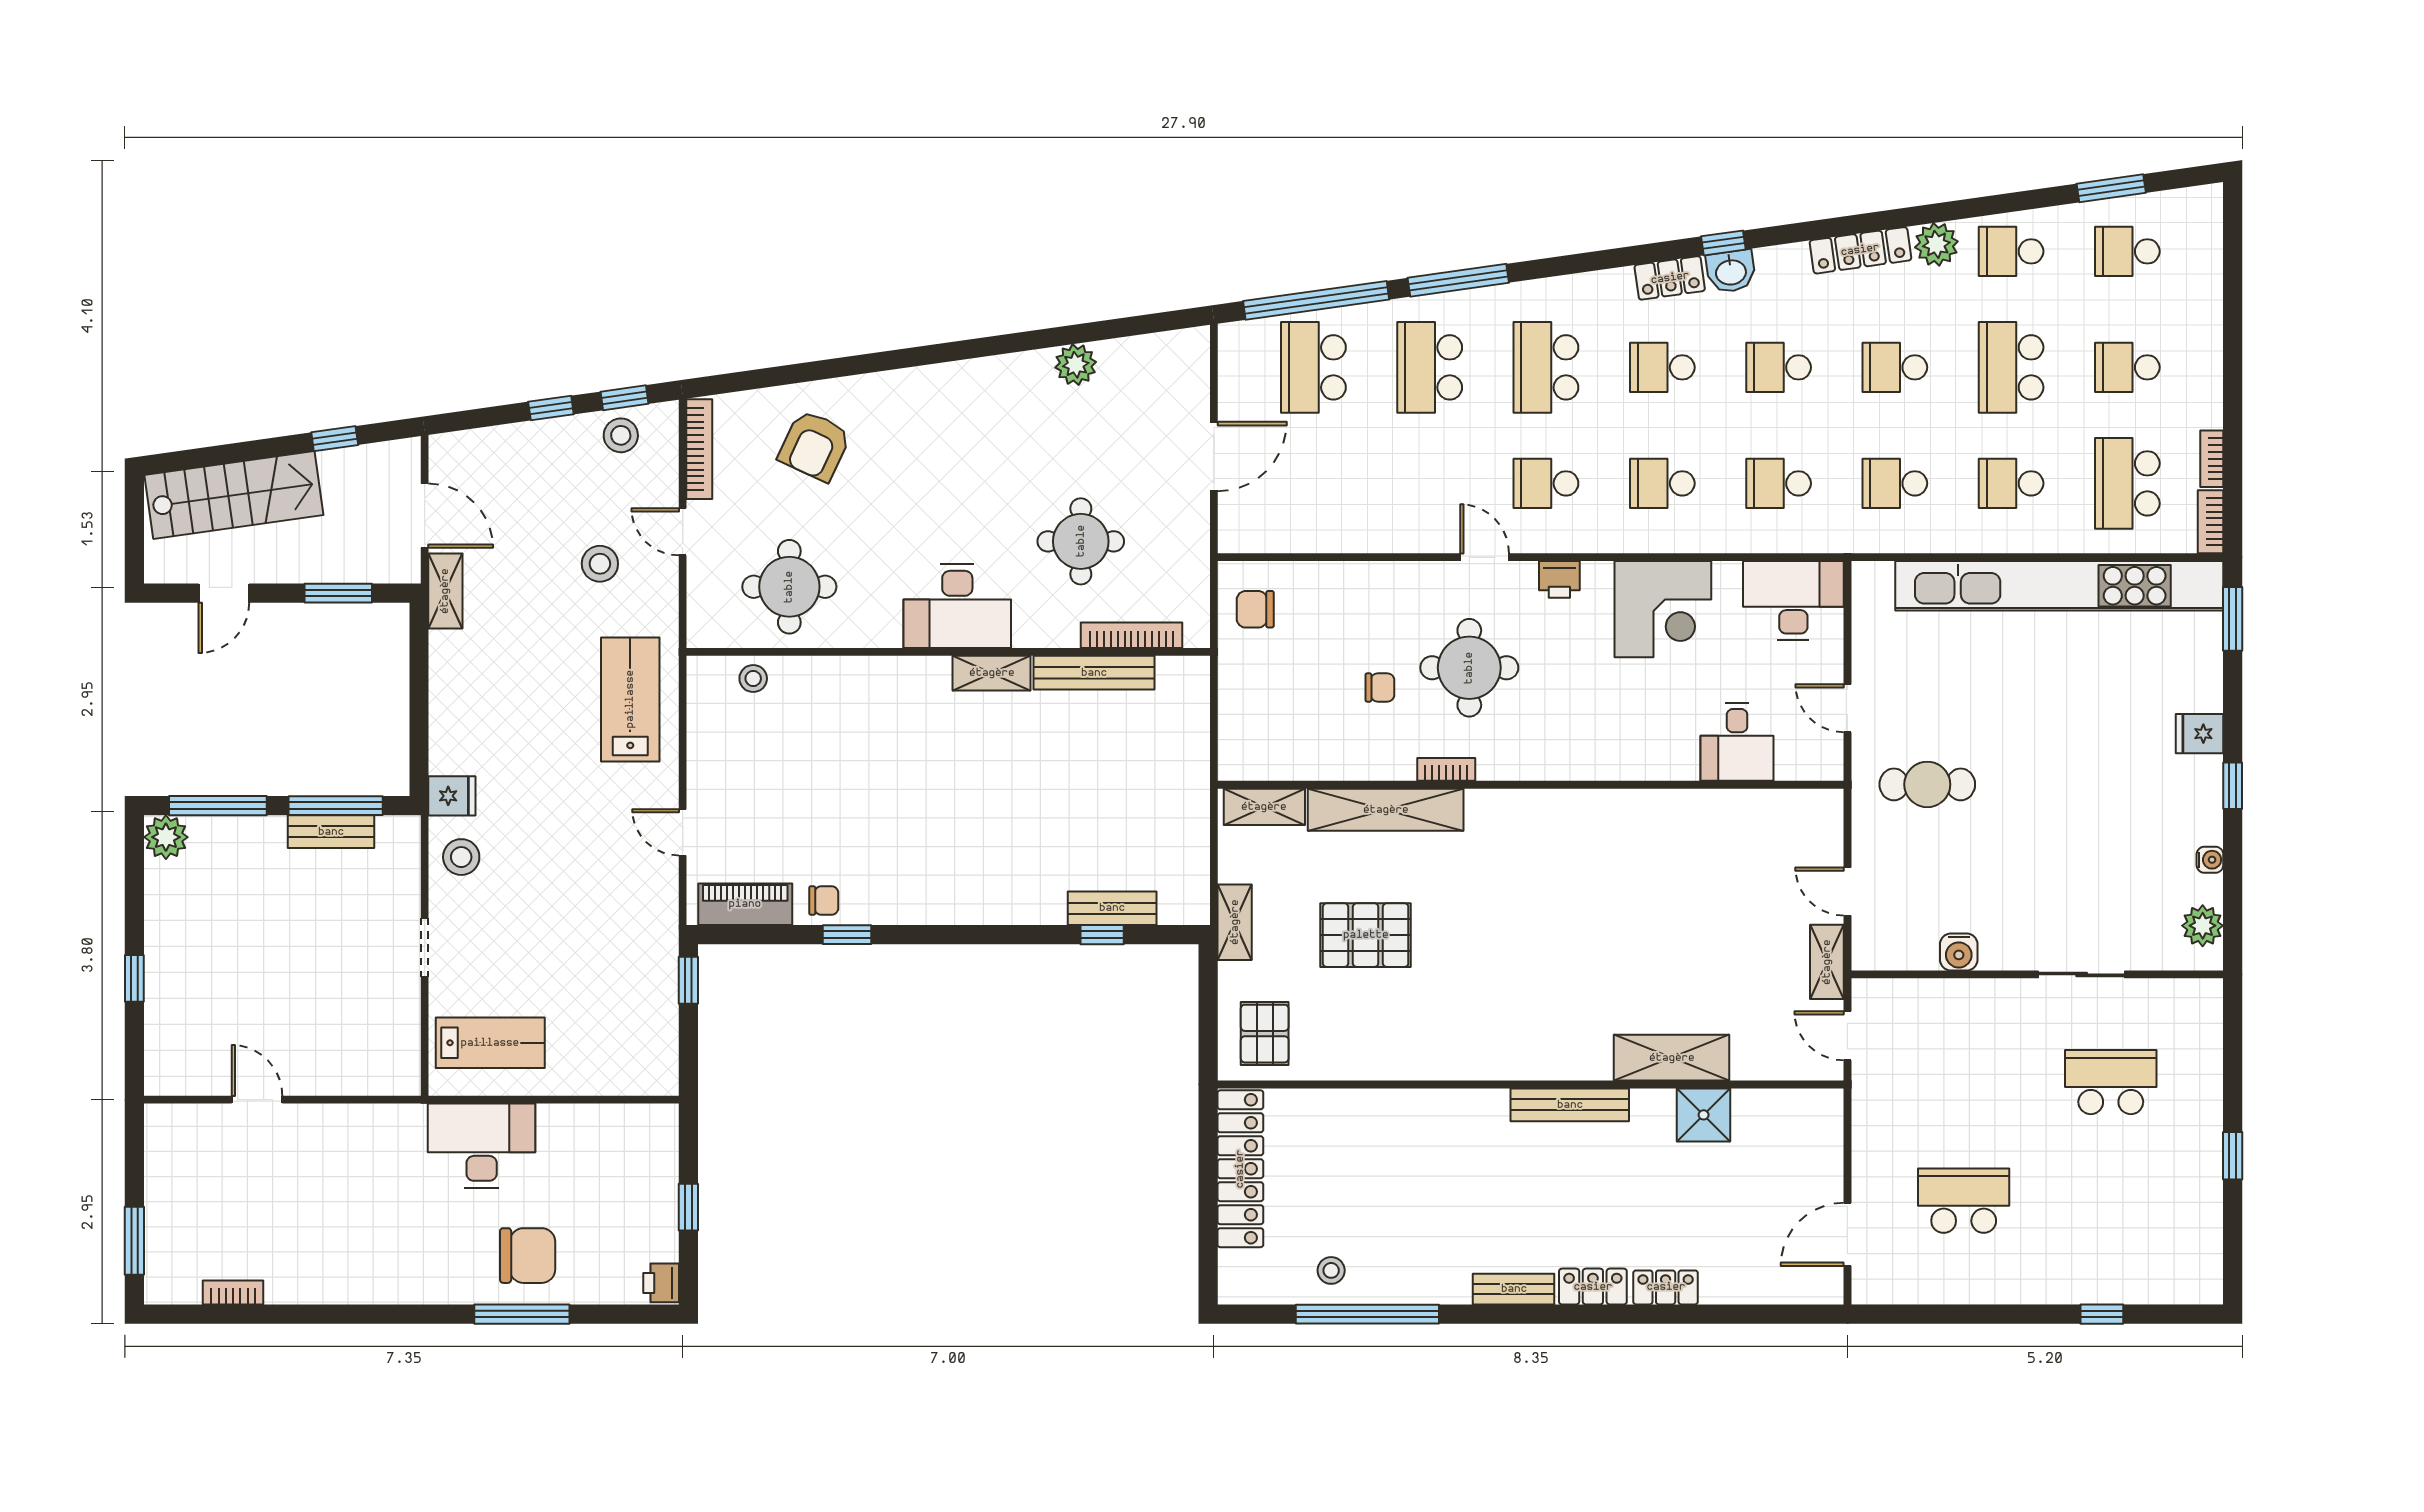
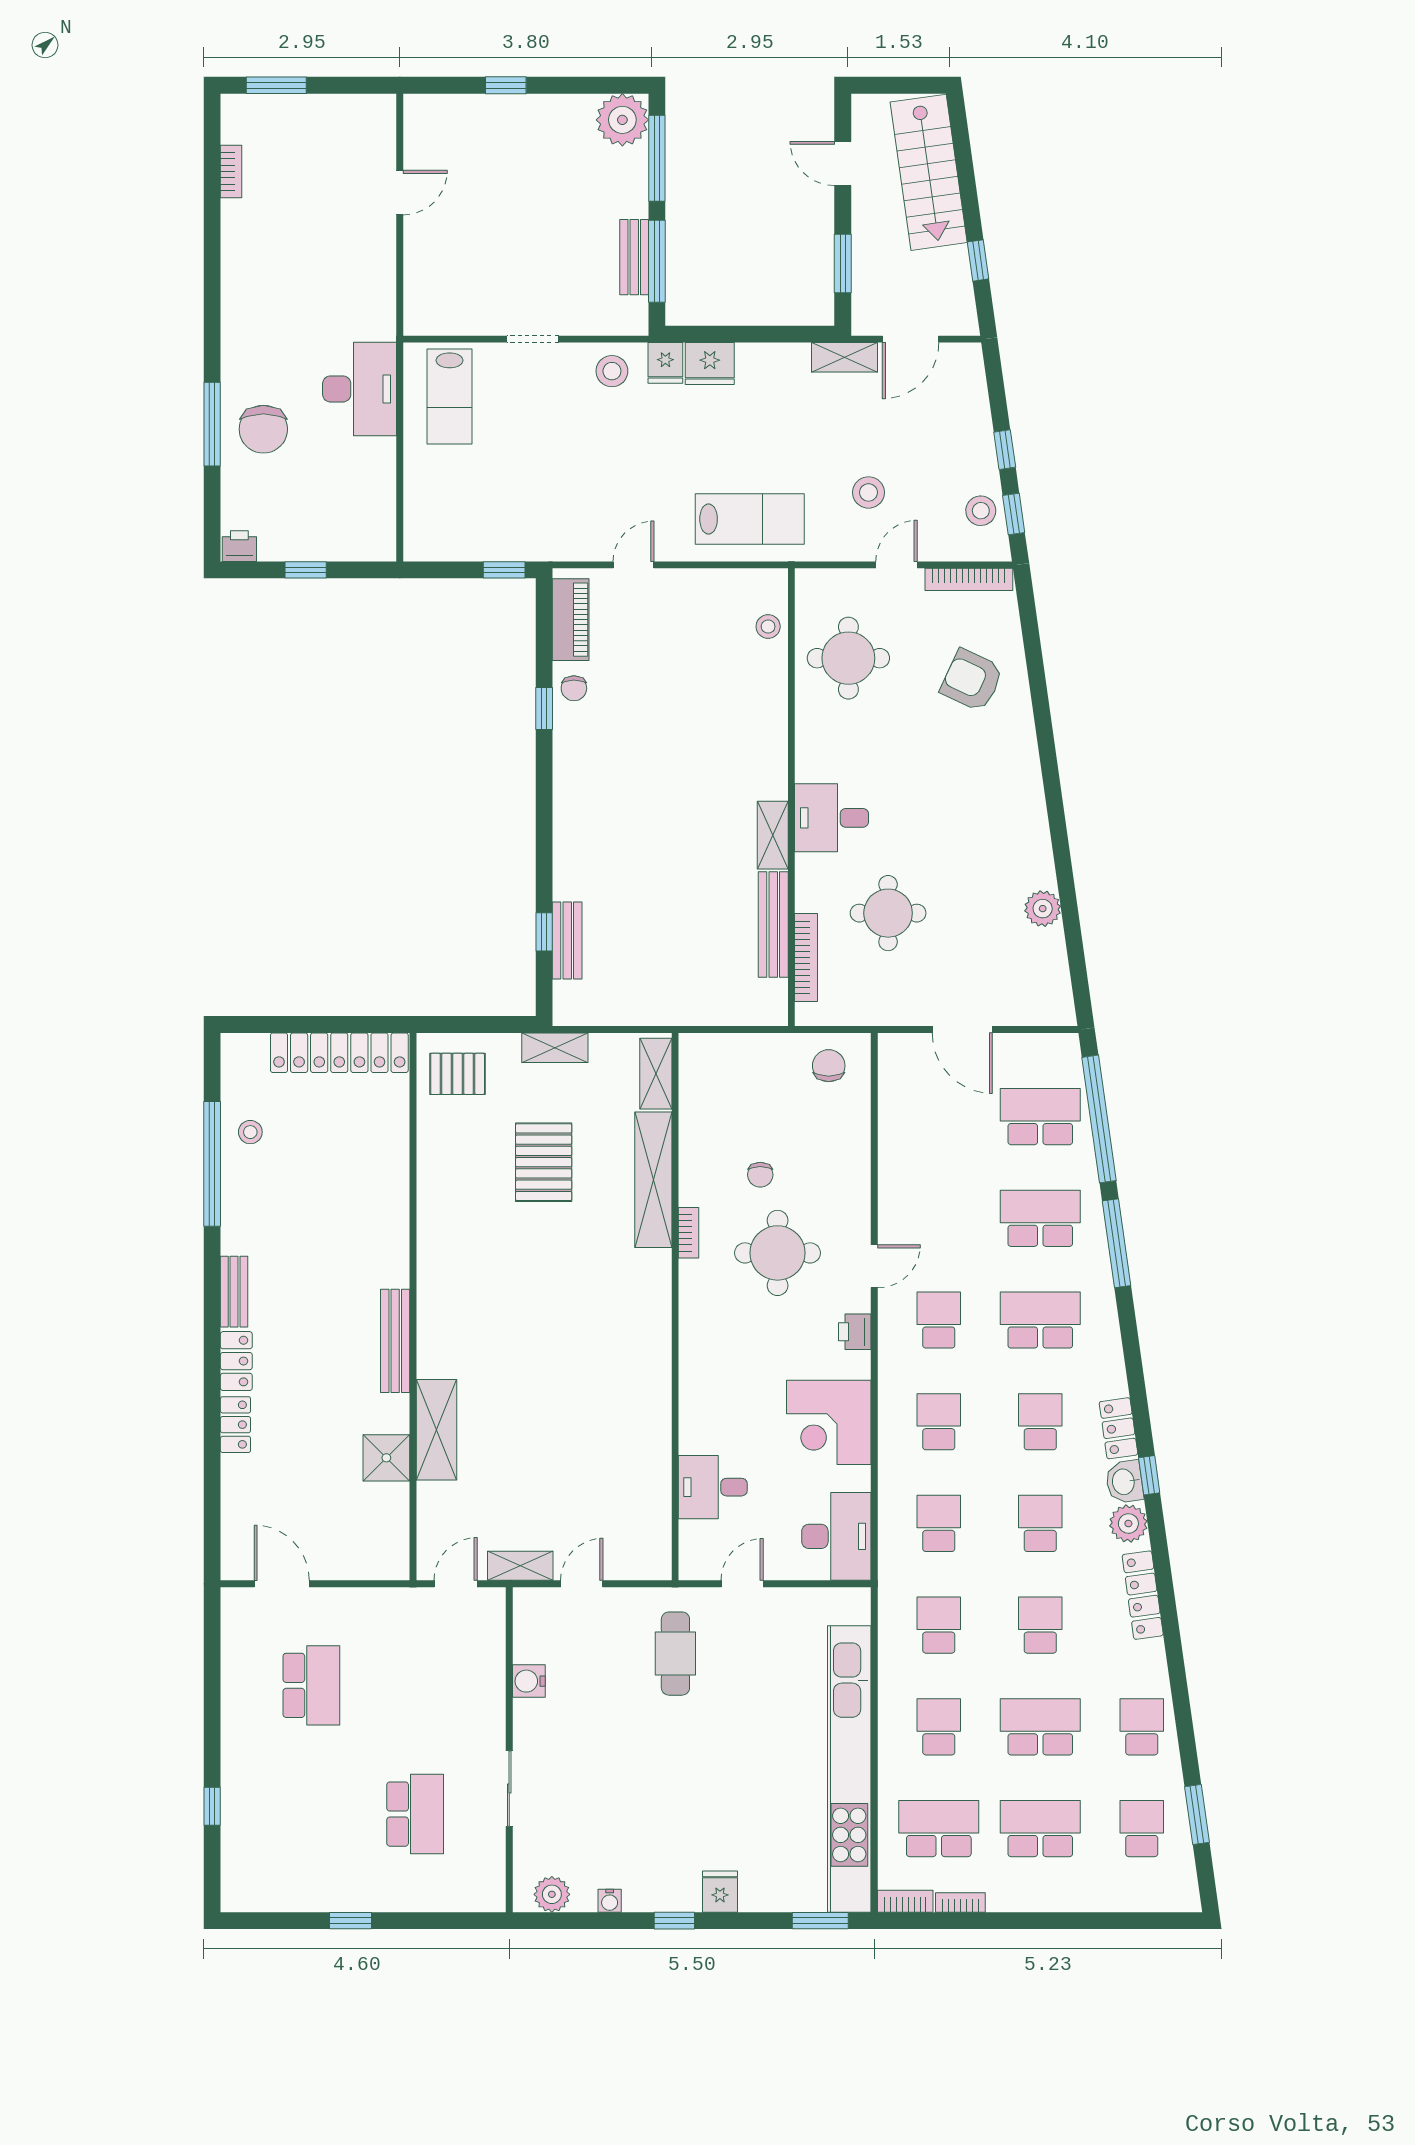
plant: (1936, 244) -> (1128, 1524), moved
school desk: (2127, 367) -> (1040, 1829), width x1.85
desk: (957, 606) -> (831, 818), width x0.73
fridge: (453, 745) -> (710, 364), added
plant: (166, 837) -> (622, 120), width x1.36, depth x1.36

